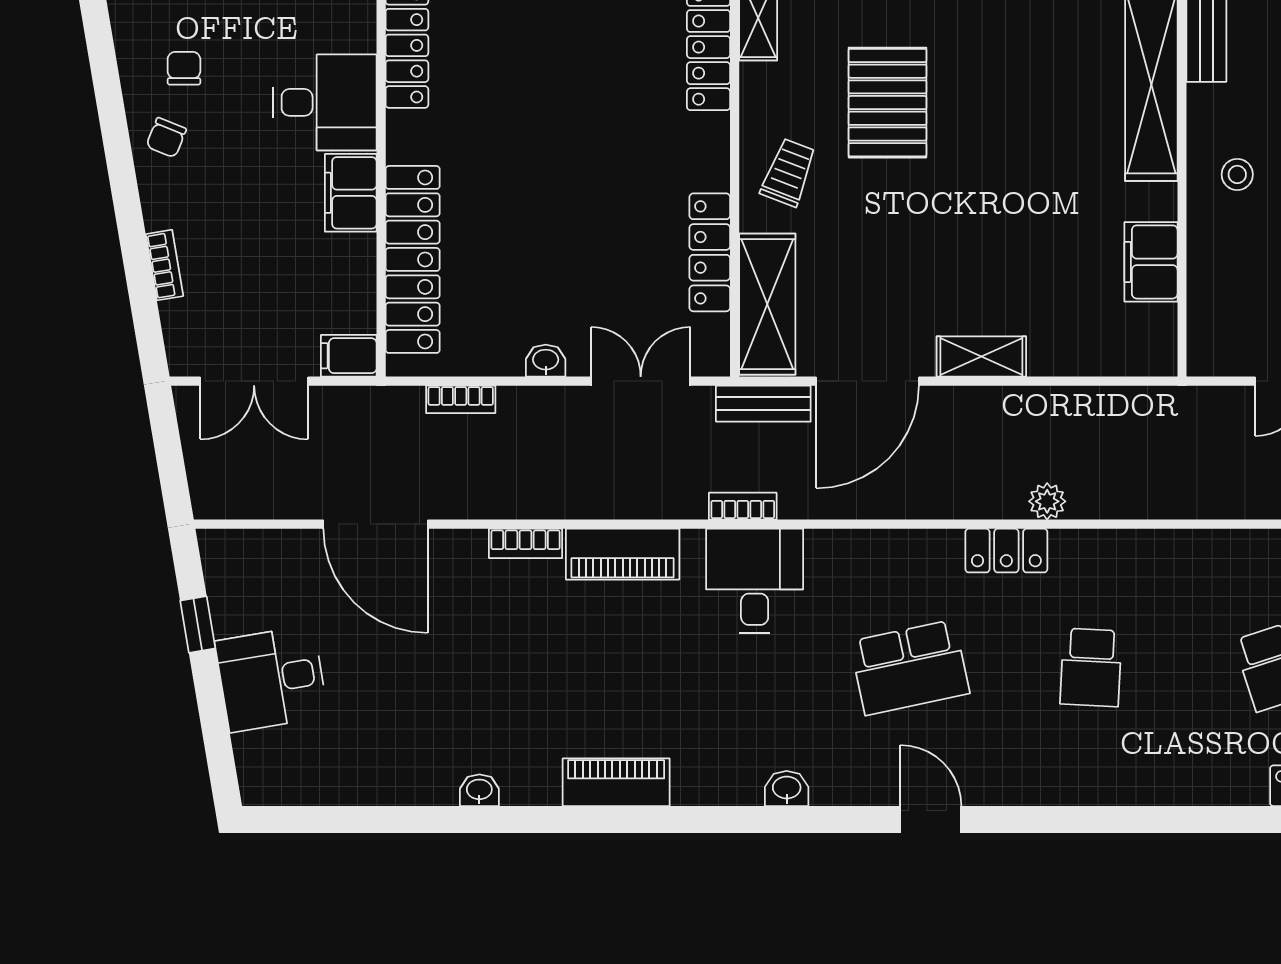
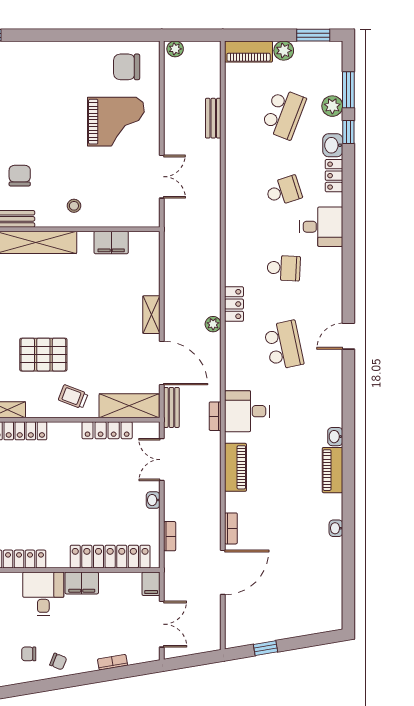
plant: (1047, 501) -> (213, 324), moved
bookcase: (525, 543) -> (231, 528), moved
desk: (271, 679) -> (321, 227), moved, turned -80
washbasin: (787, 789) -> (335, 437), moved

